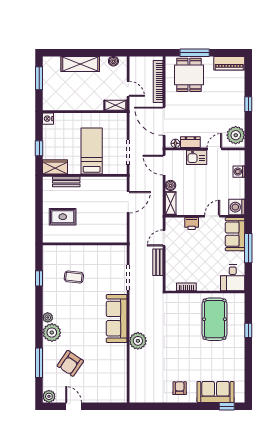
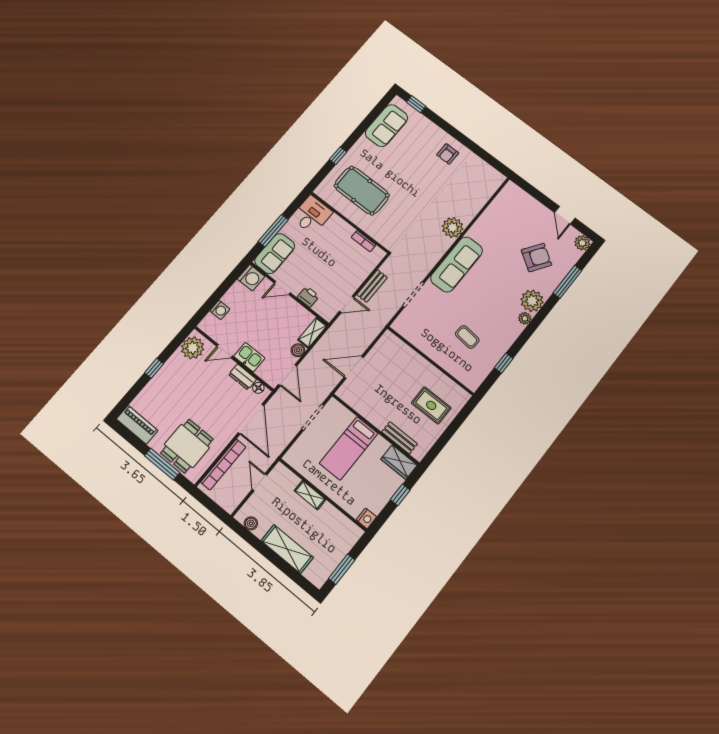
shelving: (115, 105) -> (310, 495), moved
pool table: (214, 319) -> (362, 191), turned 90
sofa: (215, 392) -> (386, 126), moved, turned -90

